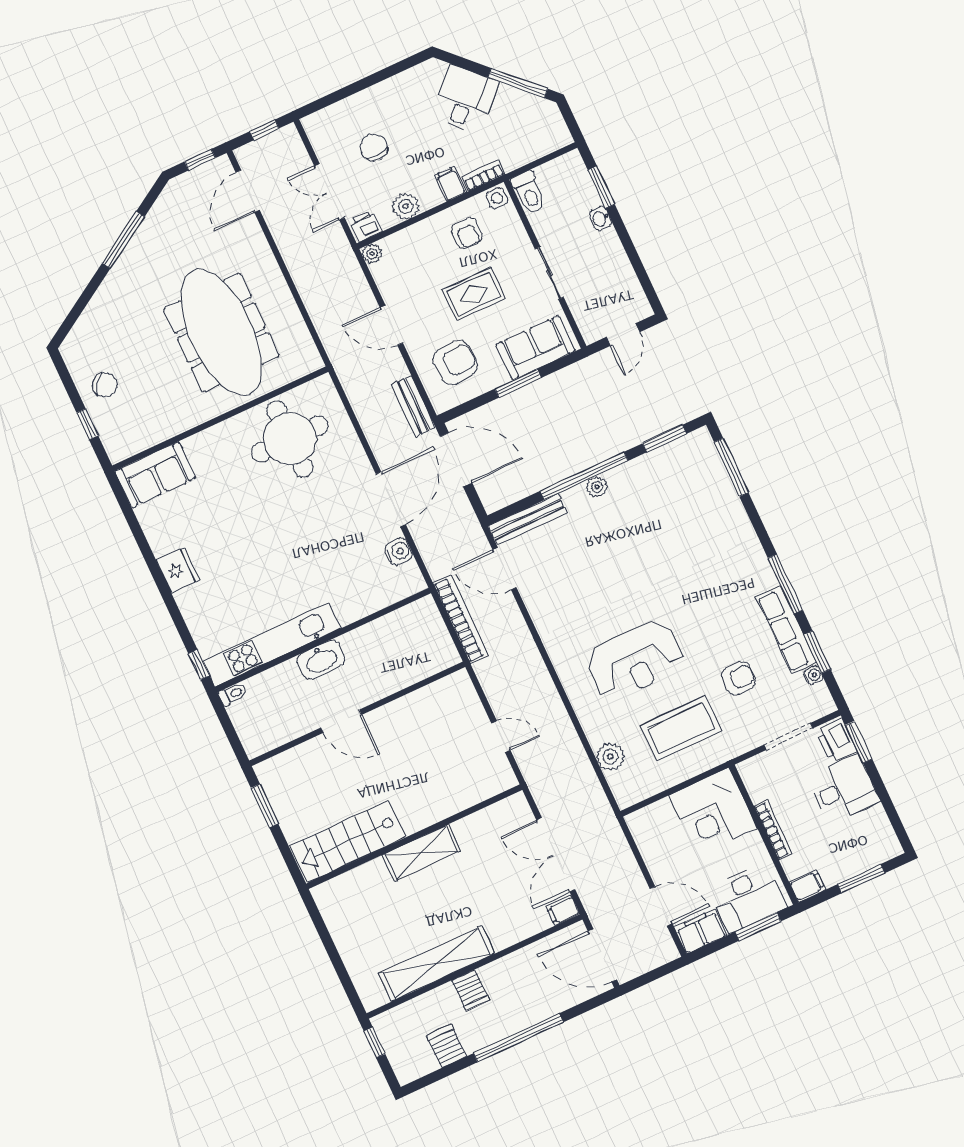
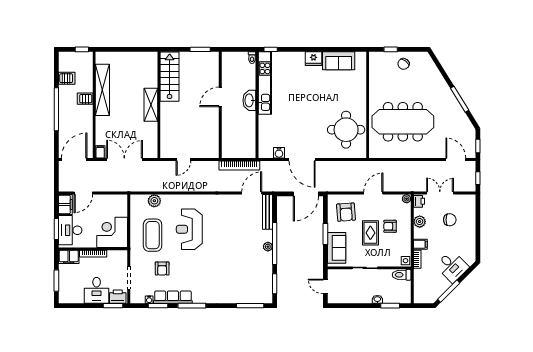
armchair: (467, 233) -> (390, 226), moved
bench: (414, 406) -> (336, 187), removed
sofa: (155, 475) -> (339, 61), moved, turned -90
filing cabinet: (807, 886) -> (69, 257), width x2.00

